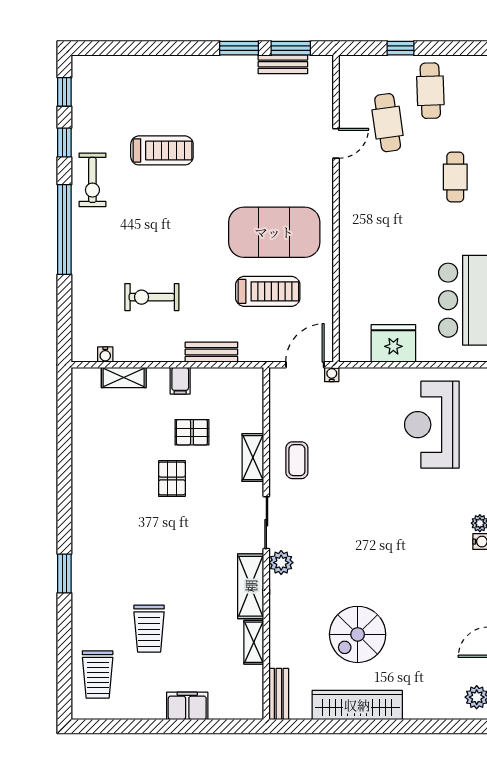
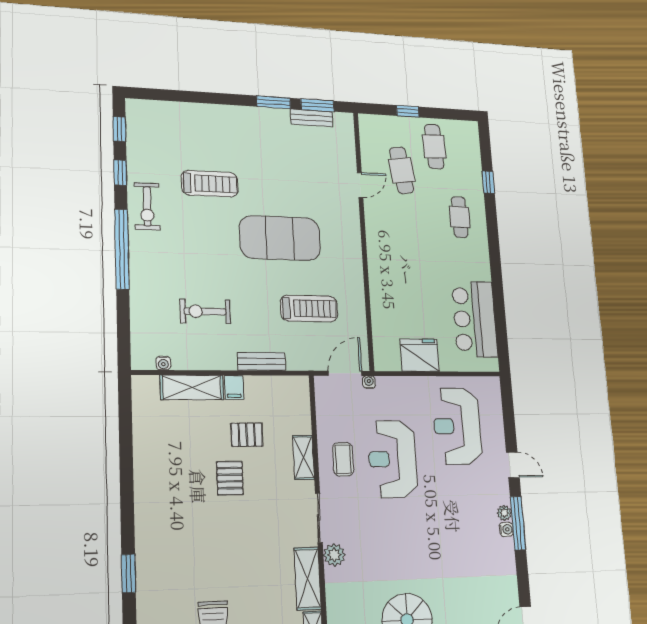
exercise mat: (274, 232) -> (280, 238), moved
shelving: (124, 378) -> (192, 387), width x1.50, depth x1.33
reception desk: (353, 461) -> (393, 459), added

